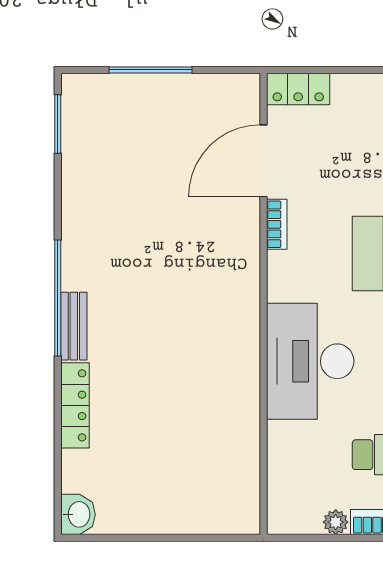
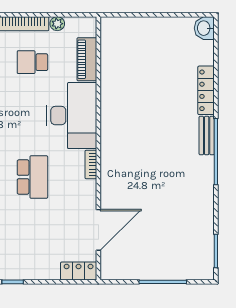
bookcase: (277, 224) -> (91, 164), moved
piano: (284, 460) -> (87, 59), added

